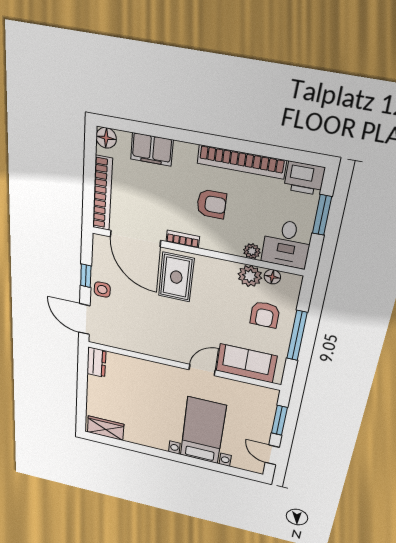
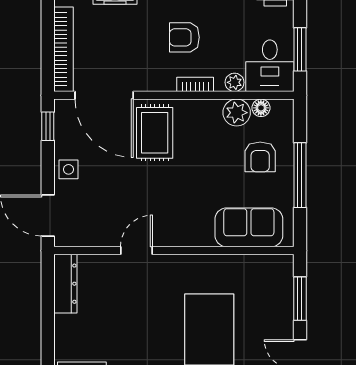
armchair: (211, 204) -> (184, 37), turned 180
window: (322, 215) -> (300, 49), moved
bookcase: (183, 239) -> (195, 84), moved
window: (86, 276) -> (48, 126), moved
dresser: (96, 362) -> (65, 284), width x1.44
door: (202, 370) -> (137, 251), moved

